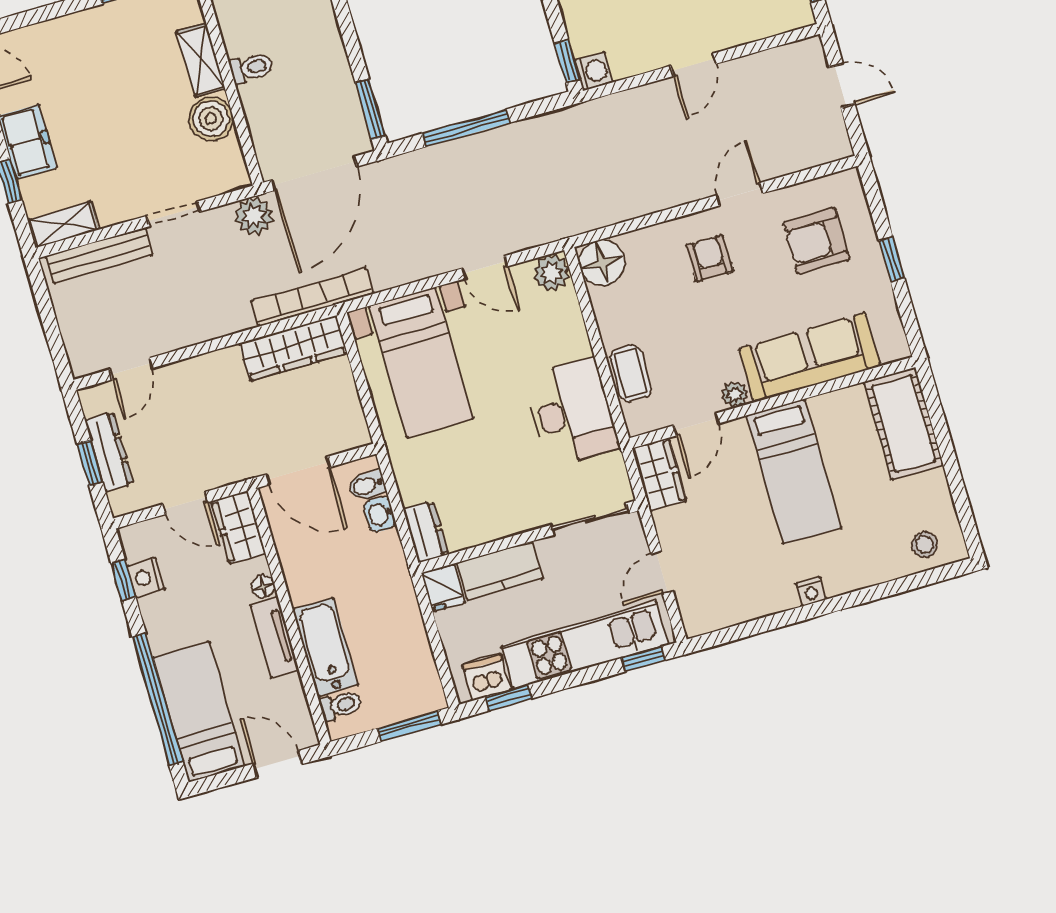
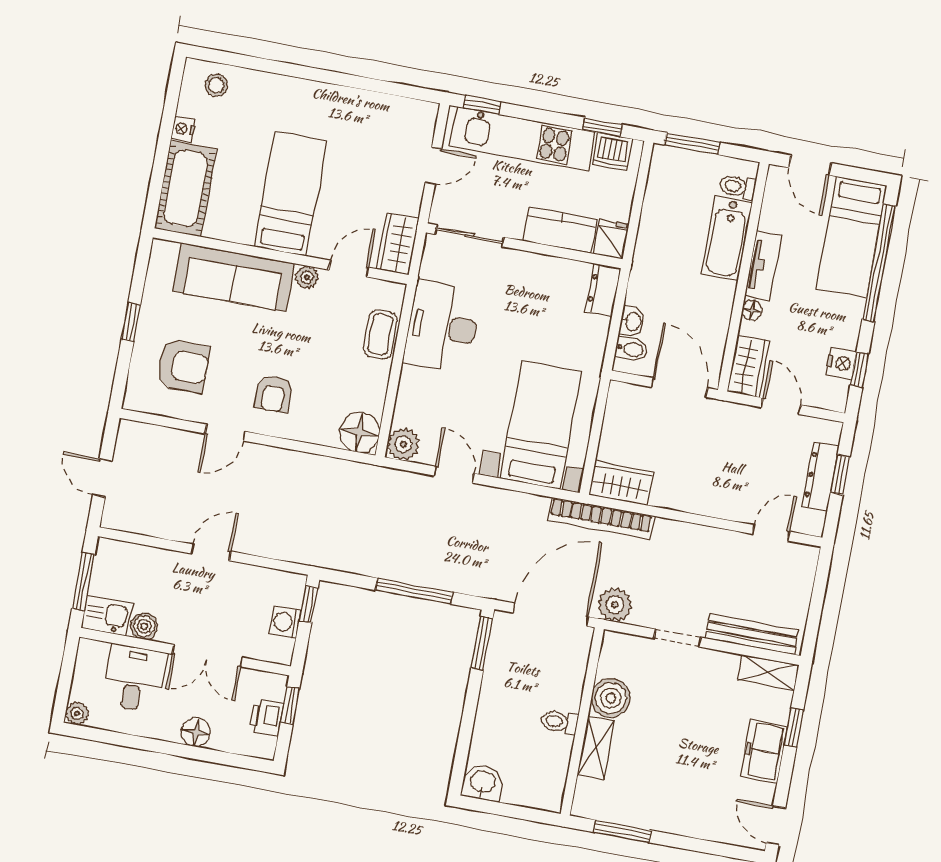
washing machine: (594, 71) -> (285, 622), moved
wardrobe: (293, 348) -> (621, 483), width x0.67
nightstand: (811, 591) -> (183, 129), moved, turned -90

